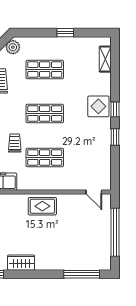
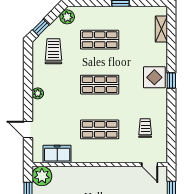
window: (115, 137) -> (171, 108), removed
trolley: (15, 143) -> (145, 128), moved
rug: (42, 206) -> (97, 179), removed

